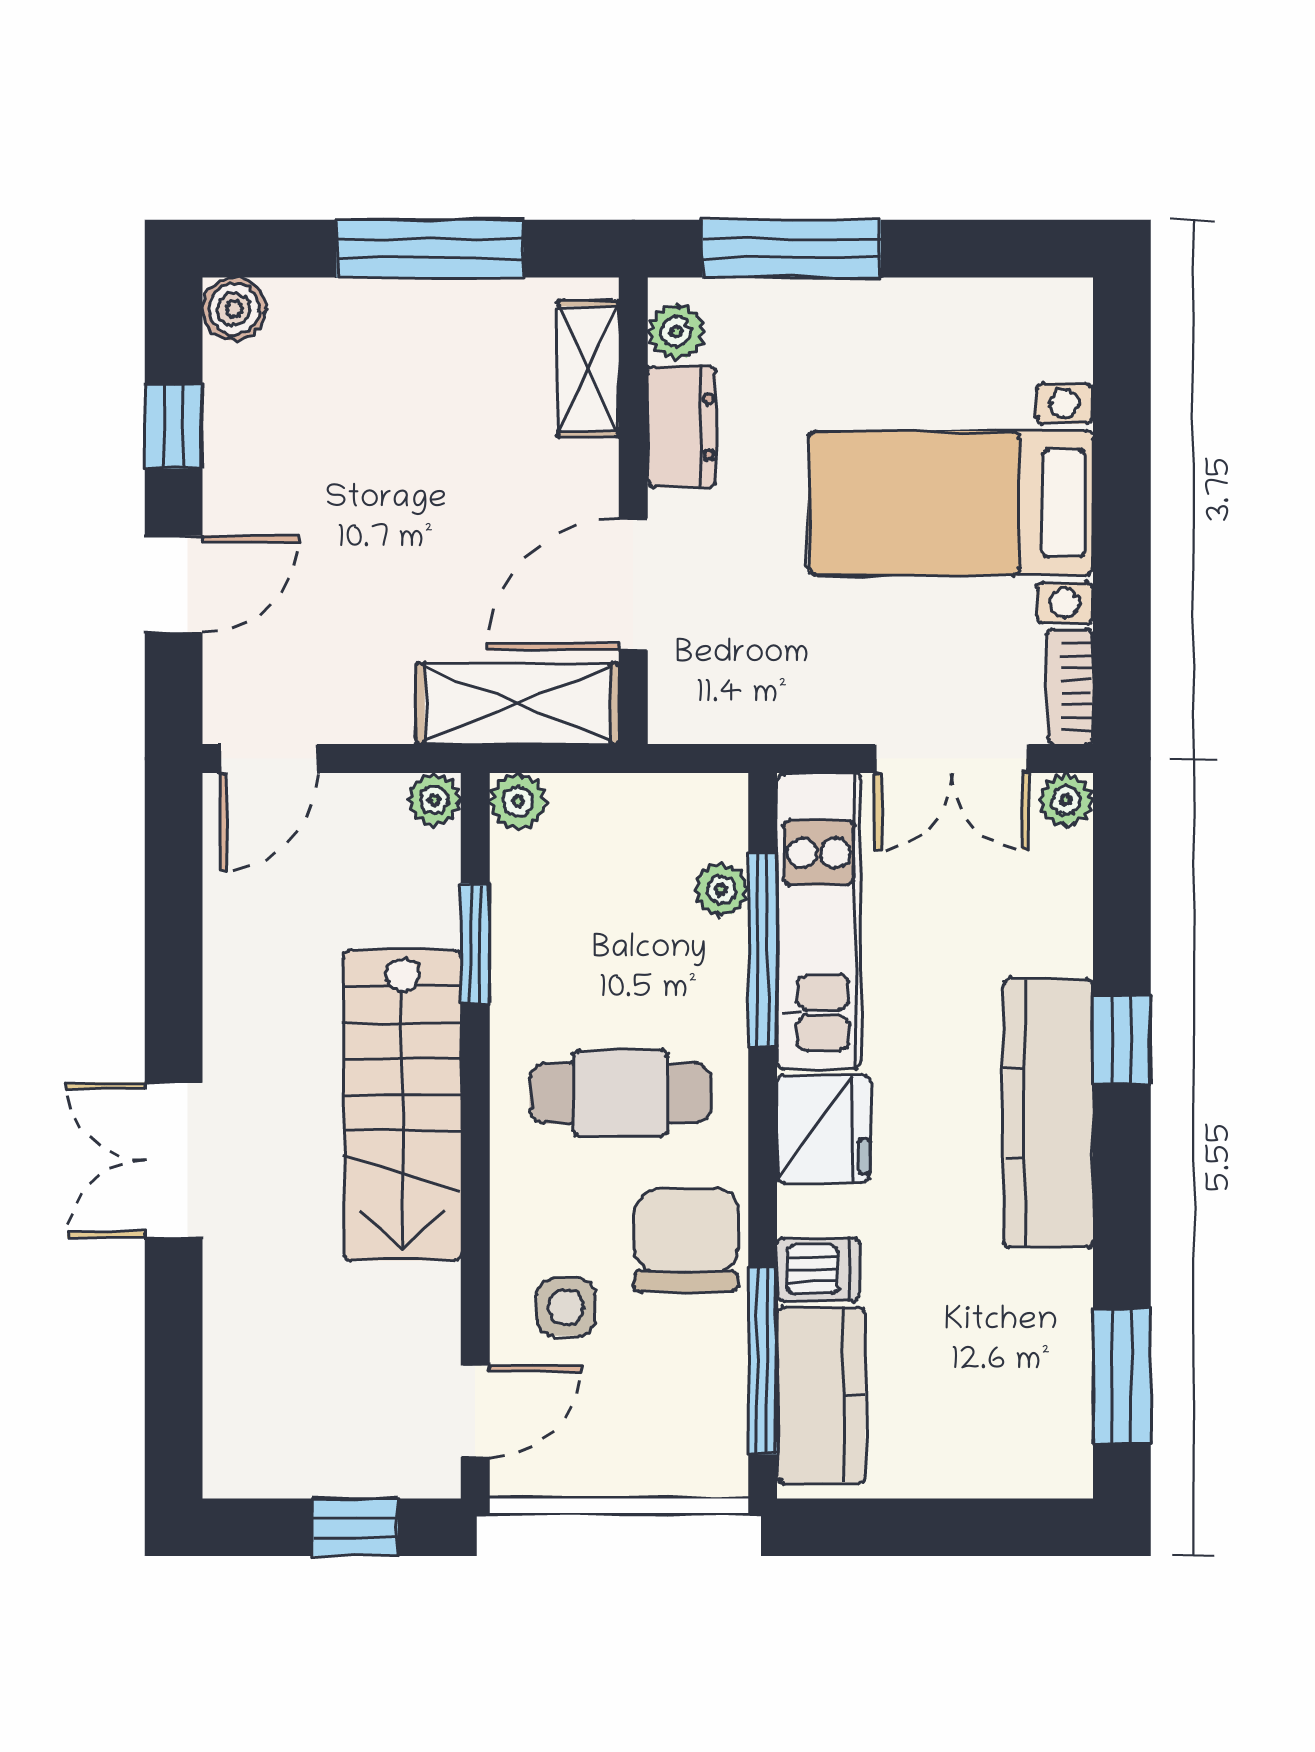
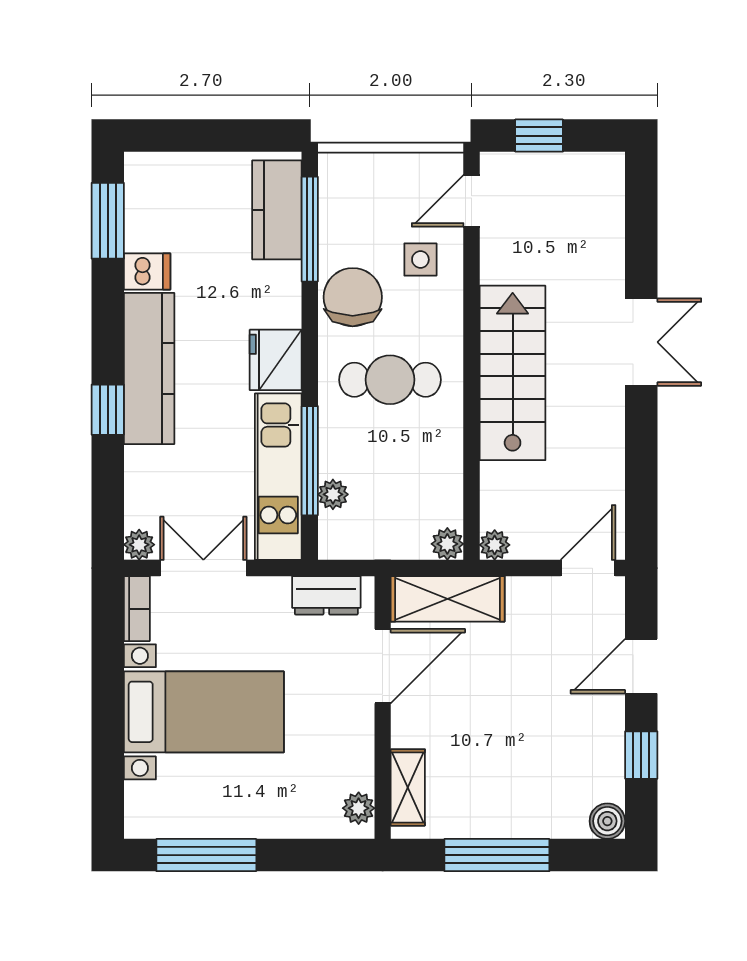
window: (792, 249) -> (206, 855), moved
dresser: (682, 427) -> (326, 595), moved, turned -90
window: (475, 944) -> (472, 464), removed
chair: (686, 1240) -> (353, 297), turned 180
dishwasher: (818, 1269) -> (147, 272), moved, turned 180

